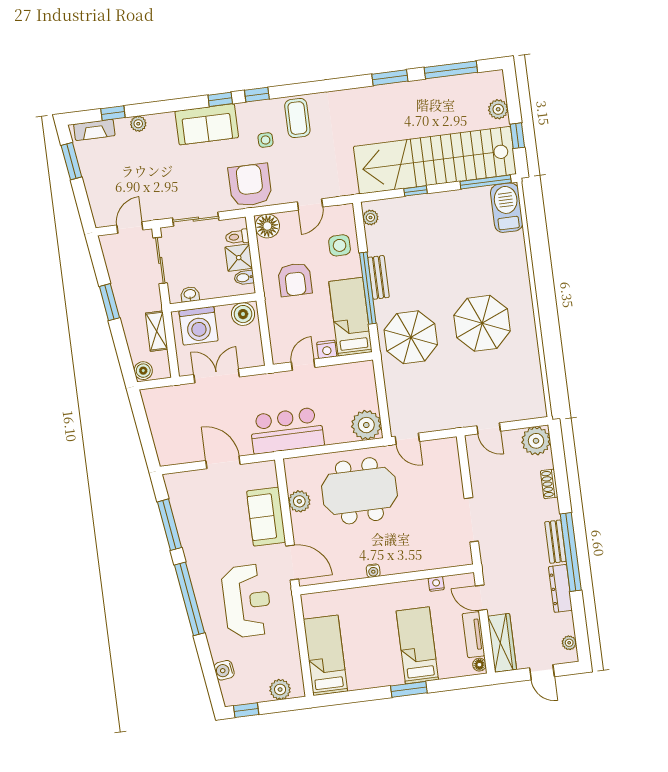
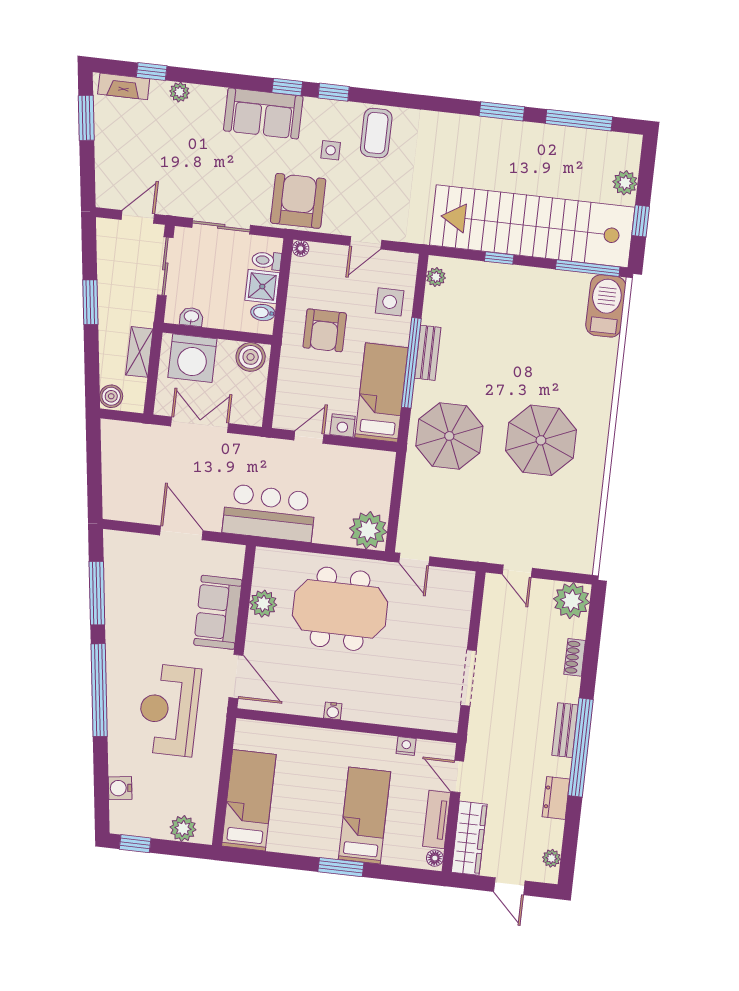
floor lamp: (267, 226) -> (301, 248), width x0.53, depth x0.53
dresser: (560, 588) -> (556, 798), width x0.70
reception desk: (247, 601) -> (169, 710), turned 180

